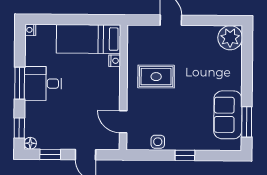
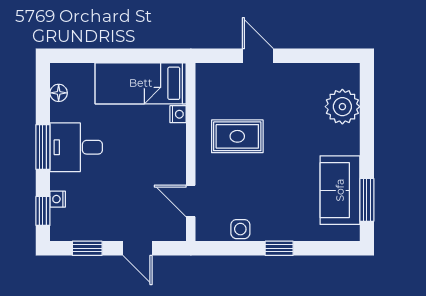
nightstand: (30, 30) -> (58, 199), moved
plant: (230, 38) -> (342, 107), moved
floor lamp: (30, 143) -> (59, 93), moved

